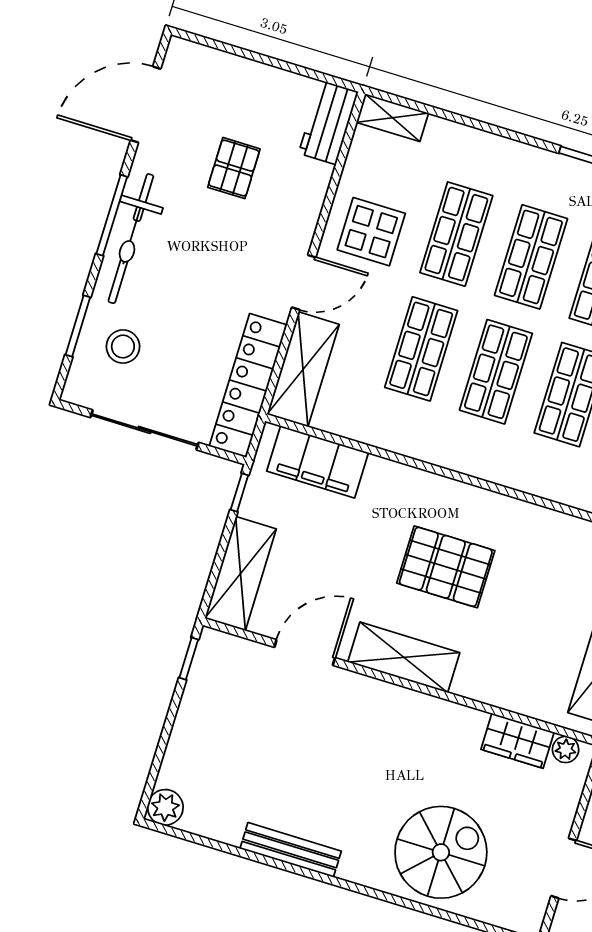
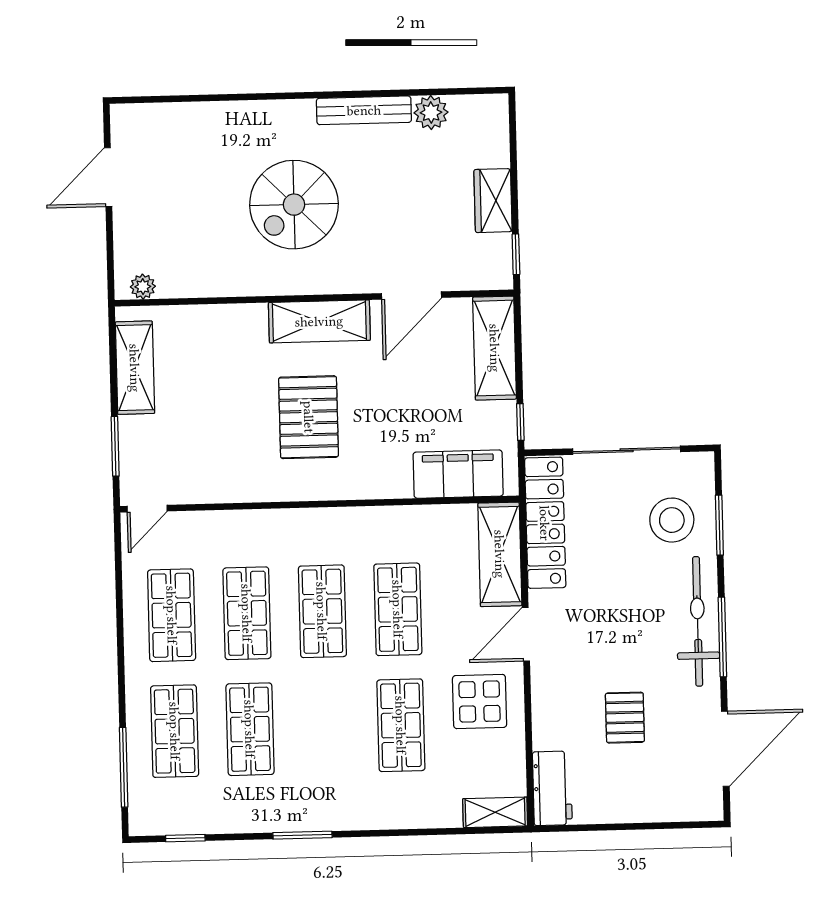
shop shelf: (531, 257) -> (325, 727), removed
stool: (123, 347) -> (672, 520), width x1.38, depth x1.38
pallet: (446, 567) -> (309, 417), turned 90
wardrobe: (518, 741) -> (493, 201), moved, turned -90
plant: (165, 807) -> (431, 113), moved
spiral stairs: (441, 852) -> (294, 205), moved

